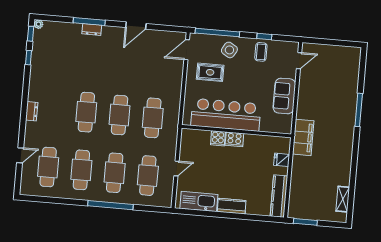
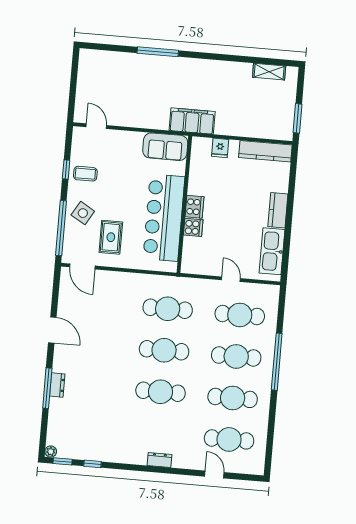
sofa: (284, 96) -> (165, 147), moved

